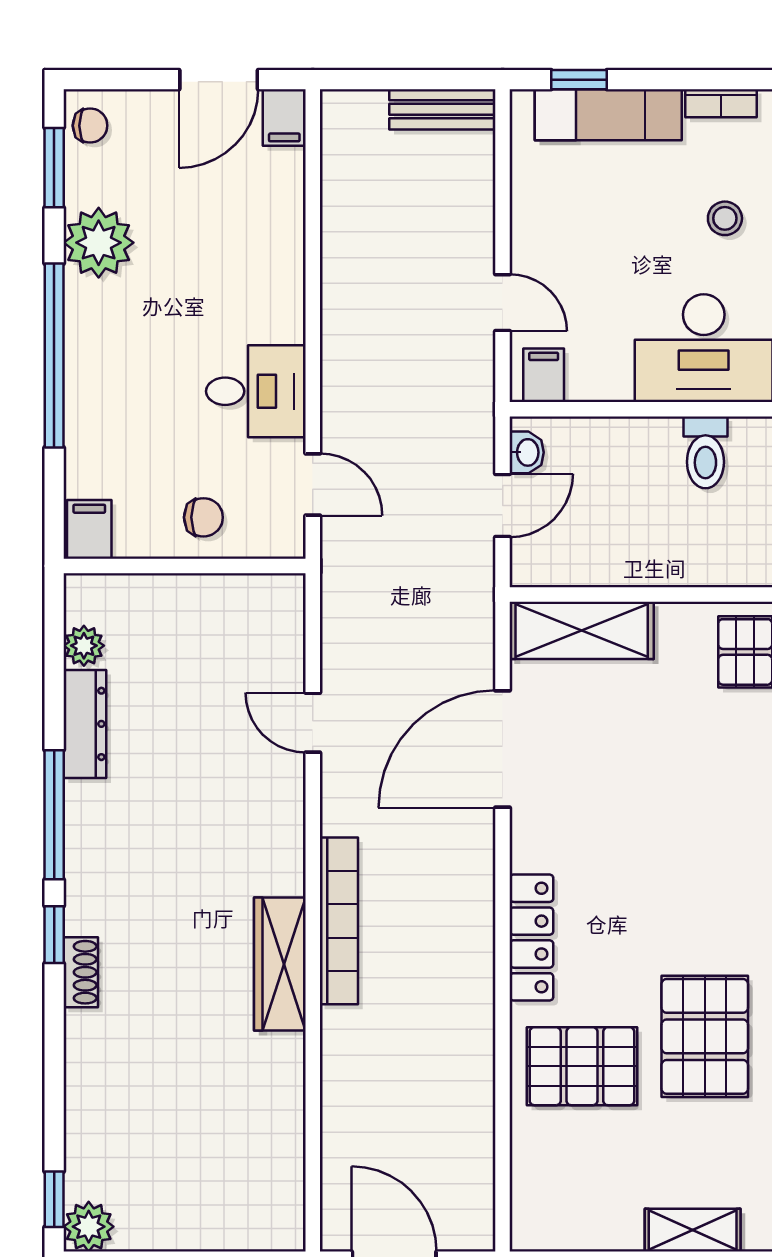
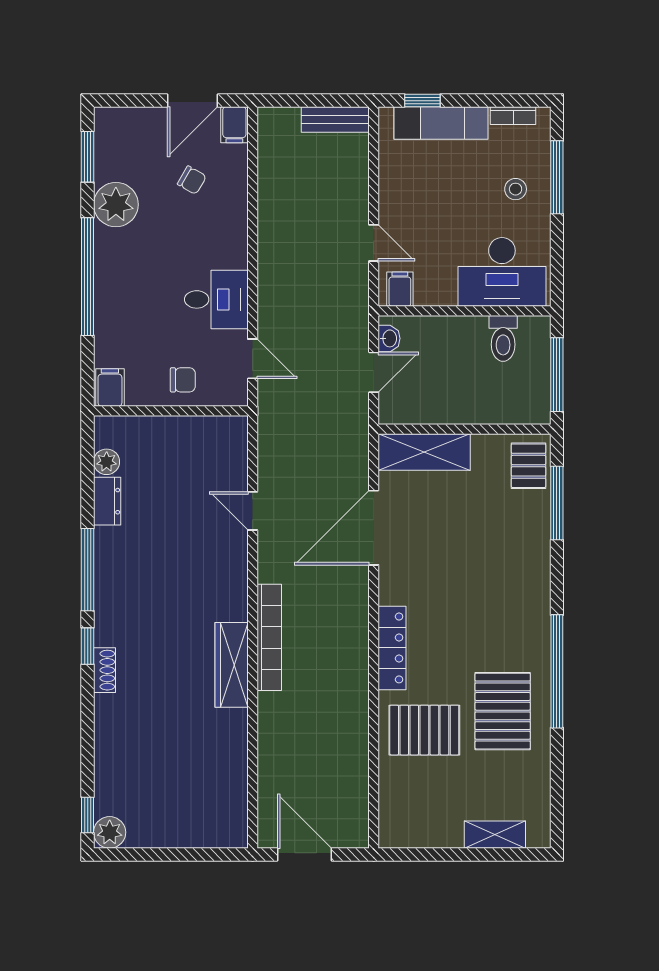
chair: (90, 126) -> (192, 180), moved, turned 30
dresser: (85, 724) -> (107, 501), width x0.70

